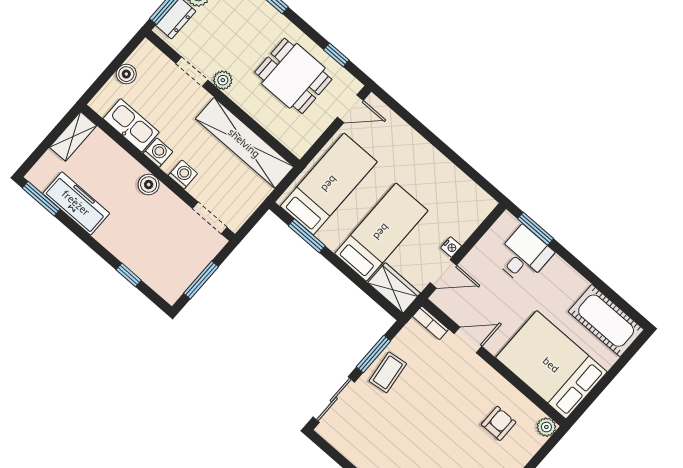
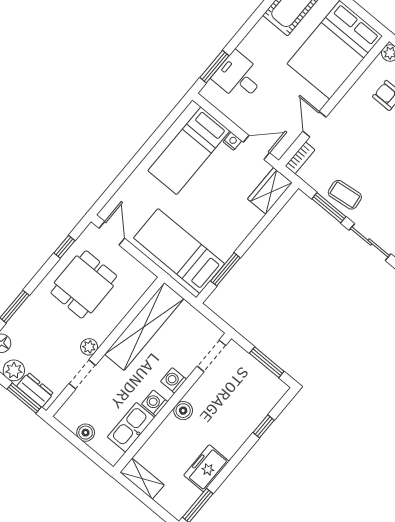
freezer: (76, 203) -> (206, 468), width x0.71
bed: (381, 232) -> (189, 151), moved, turned -90
door: (443, 274) -> (256, 147), hinge flipped

